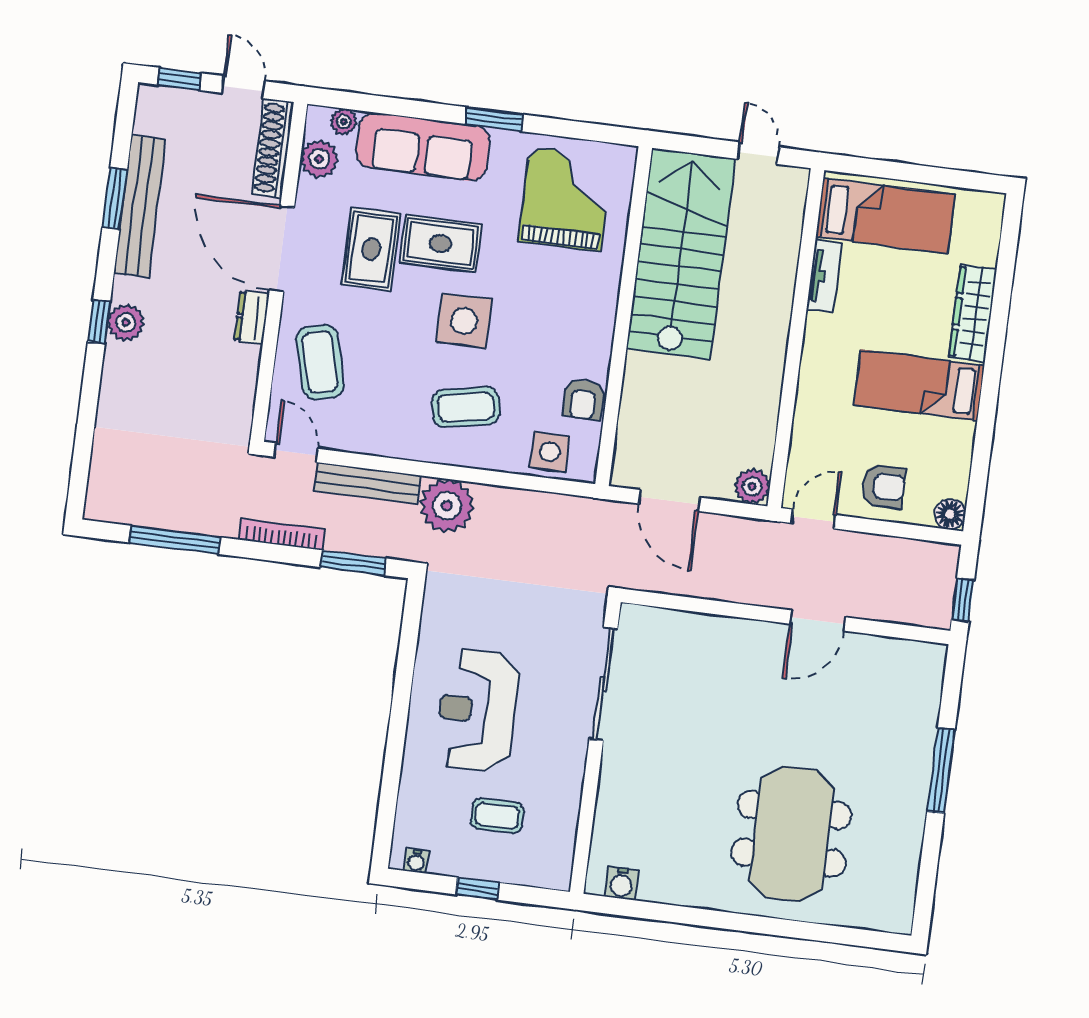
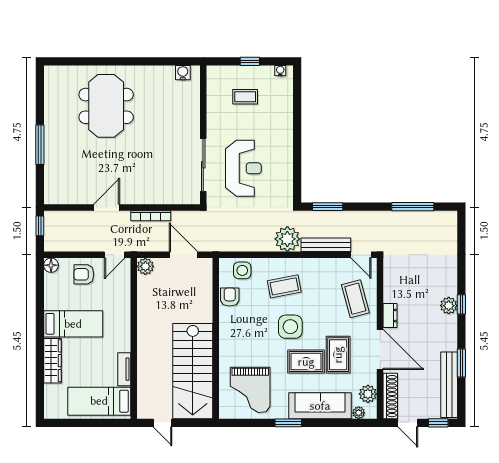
bench: (140, 206) -> (449, 385), moved
bookcase: (282, 534) -> (151, 216), moved
reception desk: (477, 710) -> (243, 168), moved

